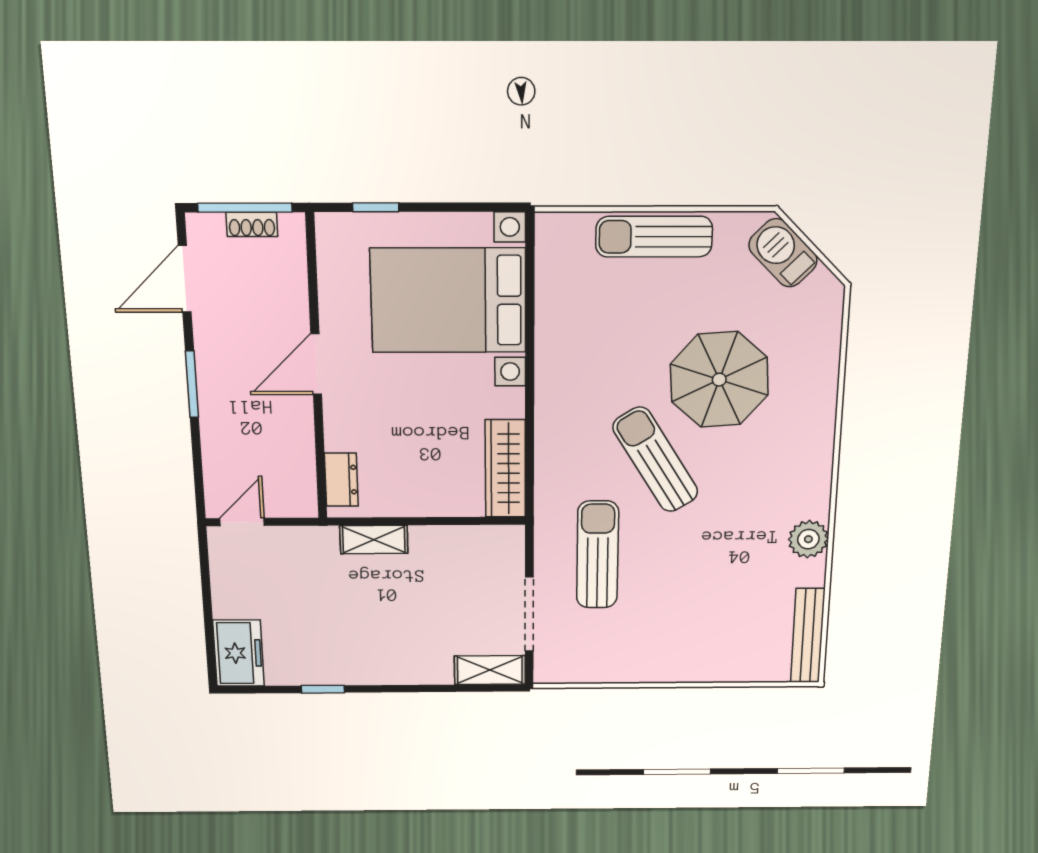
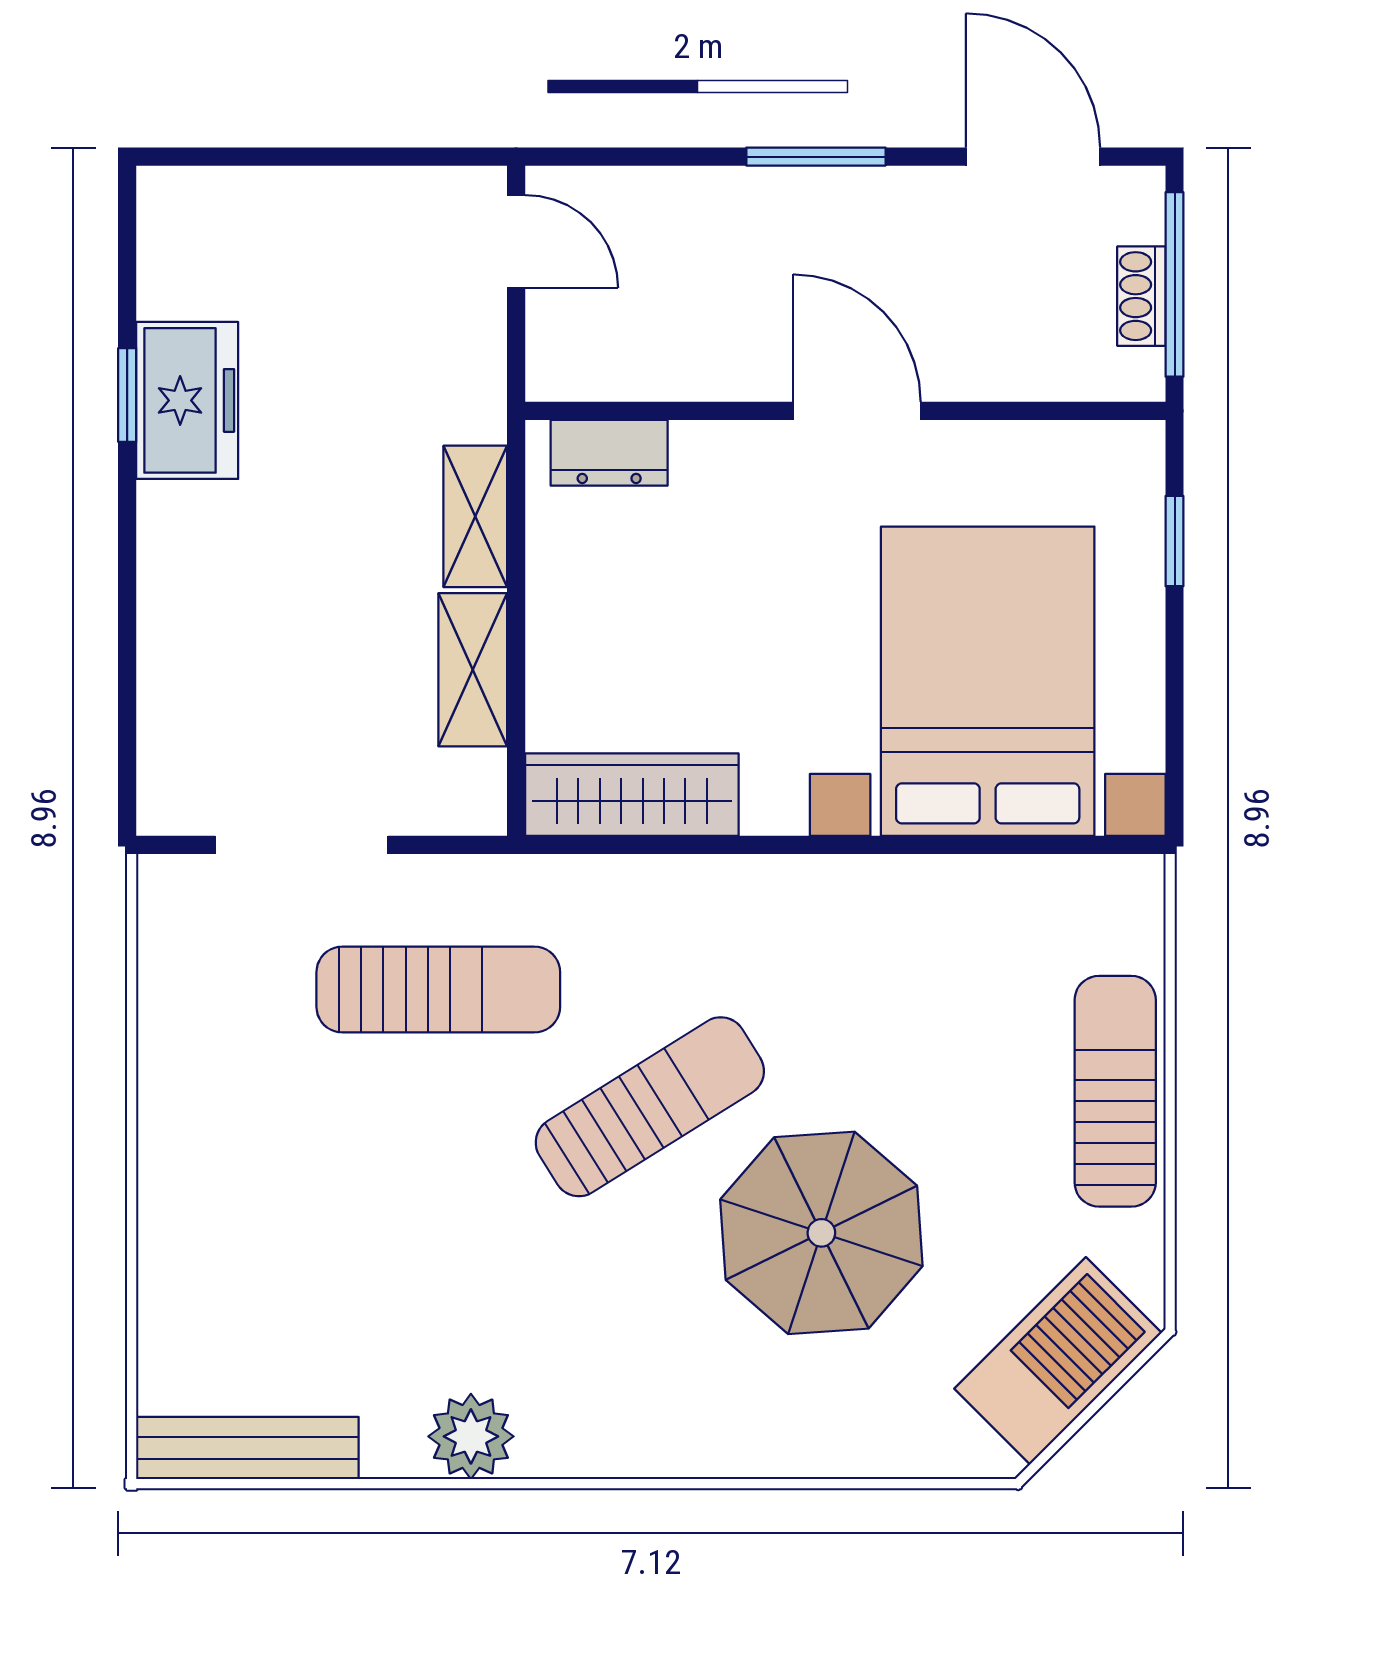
barbecue: (783, 253) -> (1058, 1361), width x1.37, depth x1.21
freezer: (239, 653) -> (187, 400), moved, turned -90
shelving: (490, 670) -> (473, 670), moved

